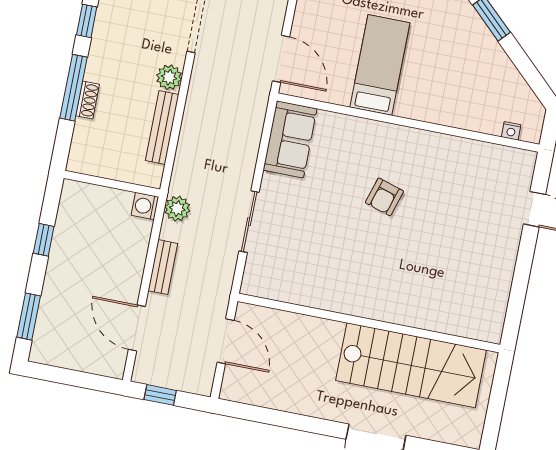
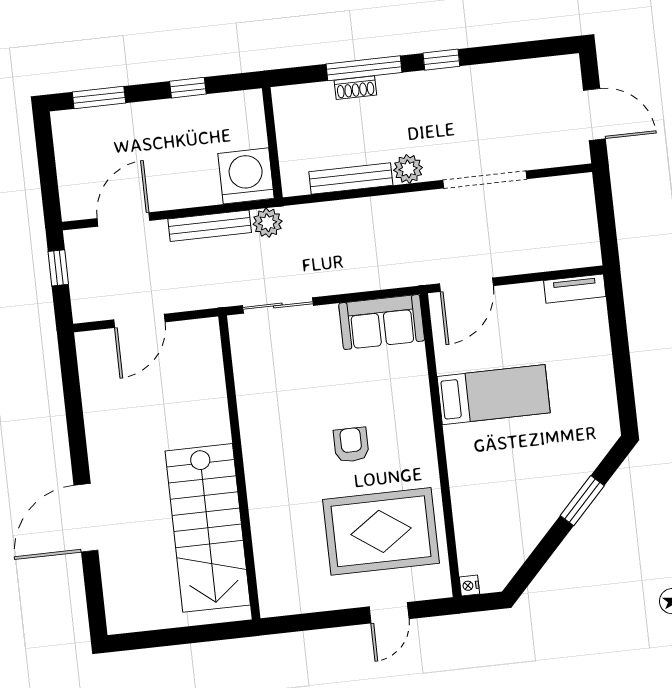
nightstand: (511, 131) -> (469, 586), moved
rug: (464, 195) -> (381, 531), added
armchair: (384, 197) -> (351, 445), turned 73
washing machine: (145, 206) -> (246, 176), width x1.89, depth x1.89
bench: (163, 267) -> (210, 226), width x1.36
wall: (369, 323) -> (239, 467), moved
stairs: (411, 365) -> (208, 528), moved

